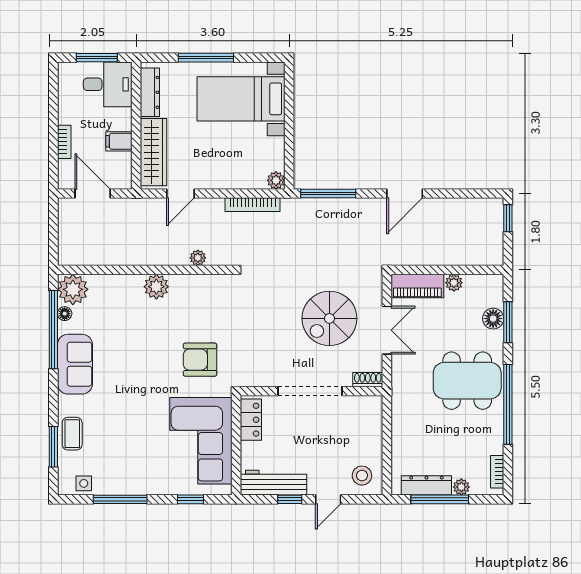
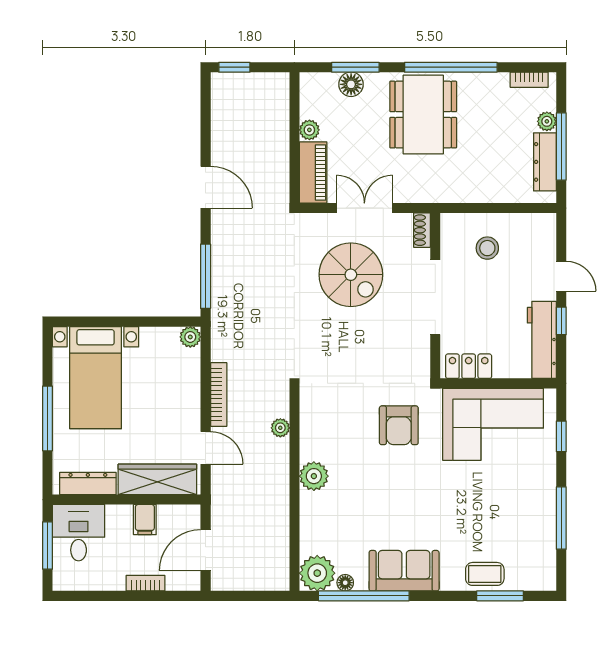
bookcase: (253, 205) -> (219, 395), moved
stool: (362, 476) -> (487, 248), moved
side table: (84, 483) -> (543, 561), removed

